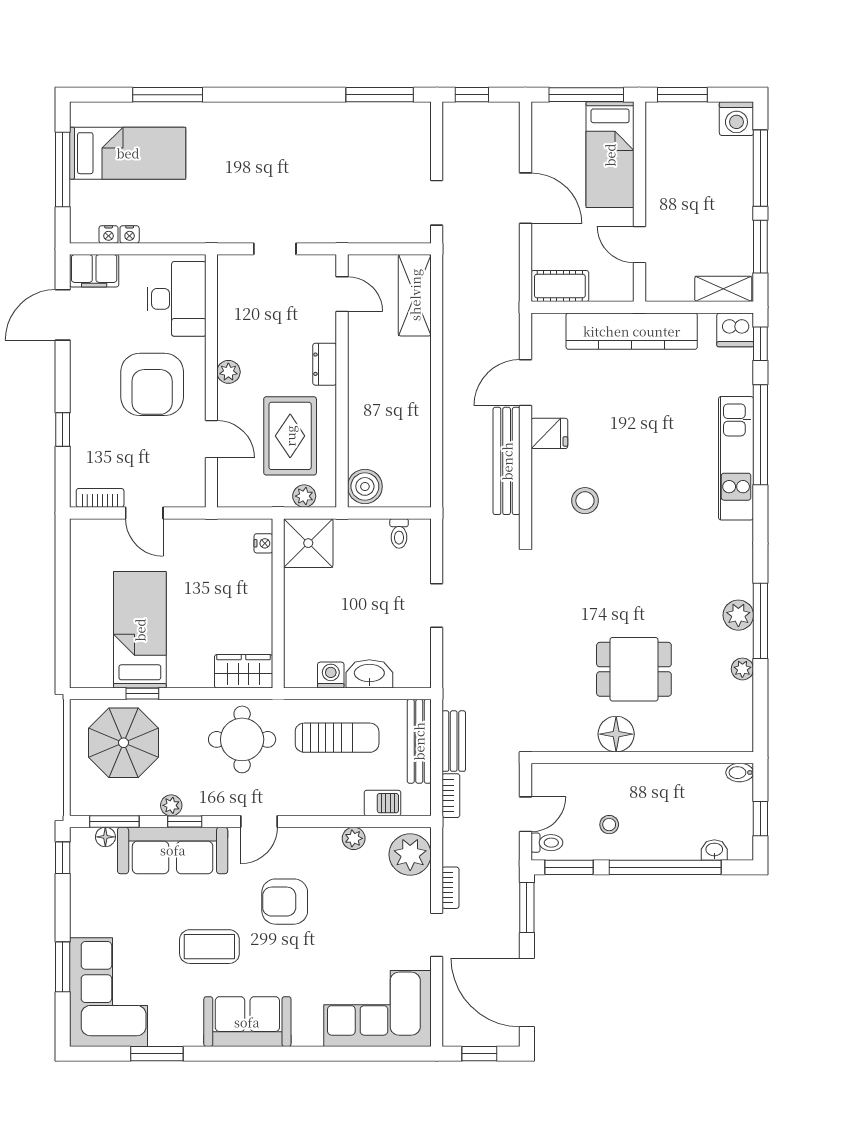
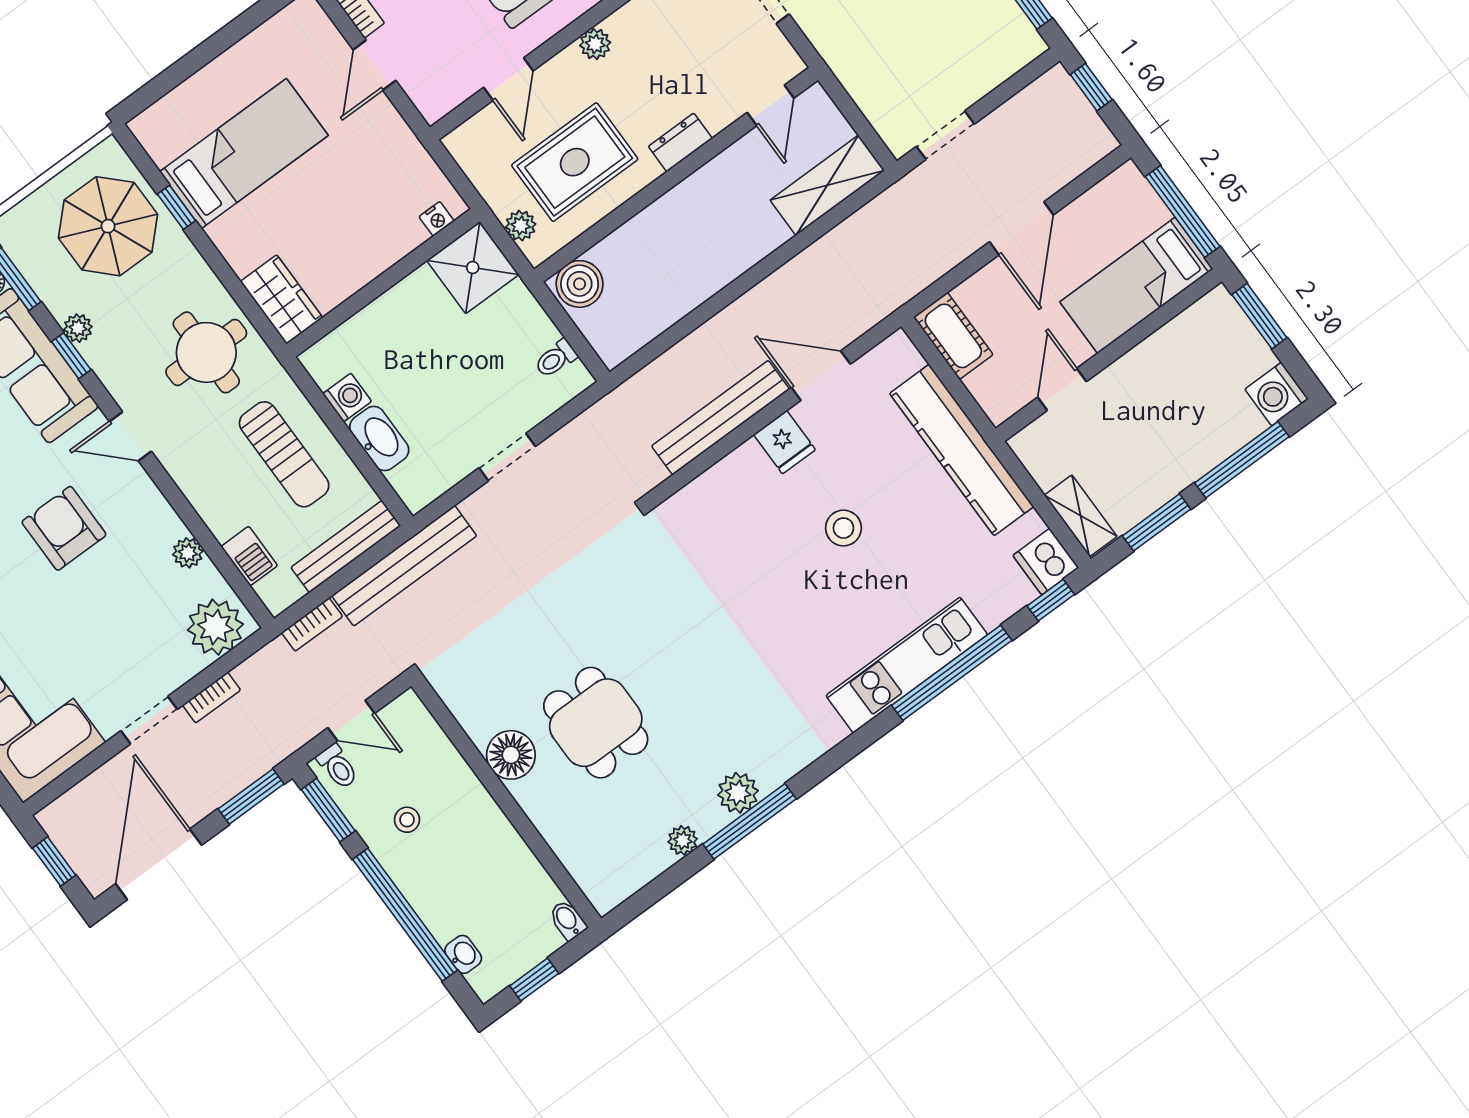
stool: (585, 501) -> (843, 528), moved
bench: (454, 741) -> (404, 566), width x1.86, depth x1.21

